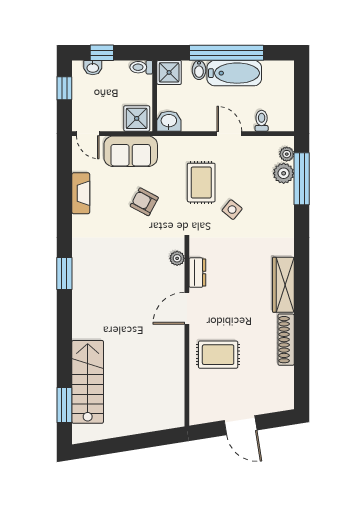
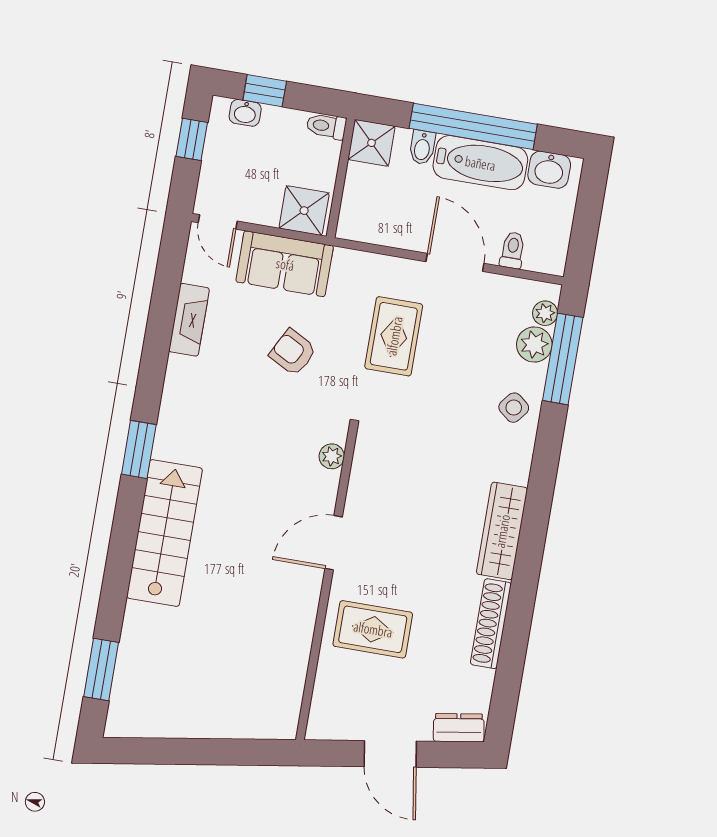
washbasin: (169, 121) -> (549, 170), moved, turned 180
door: (229, 134) -> (455, 262), width x1.38
side table: (232, 210) -> (514, 408), moved
dresser: (197, 273) -> (459, 728), moved, turned -99
stairs: (88, 382) -> (164, 533), moved

